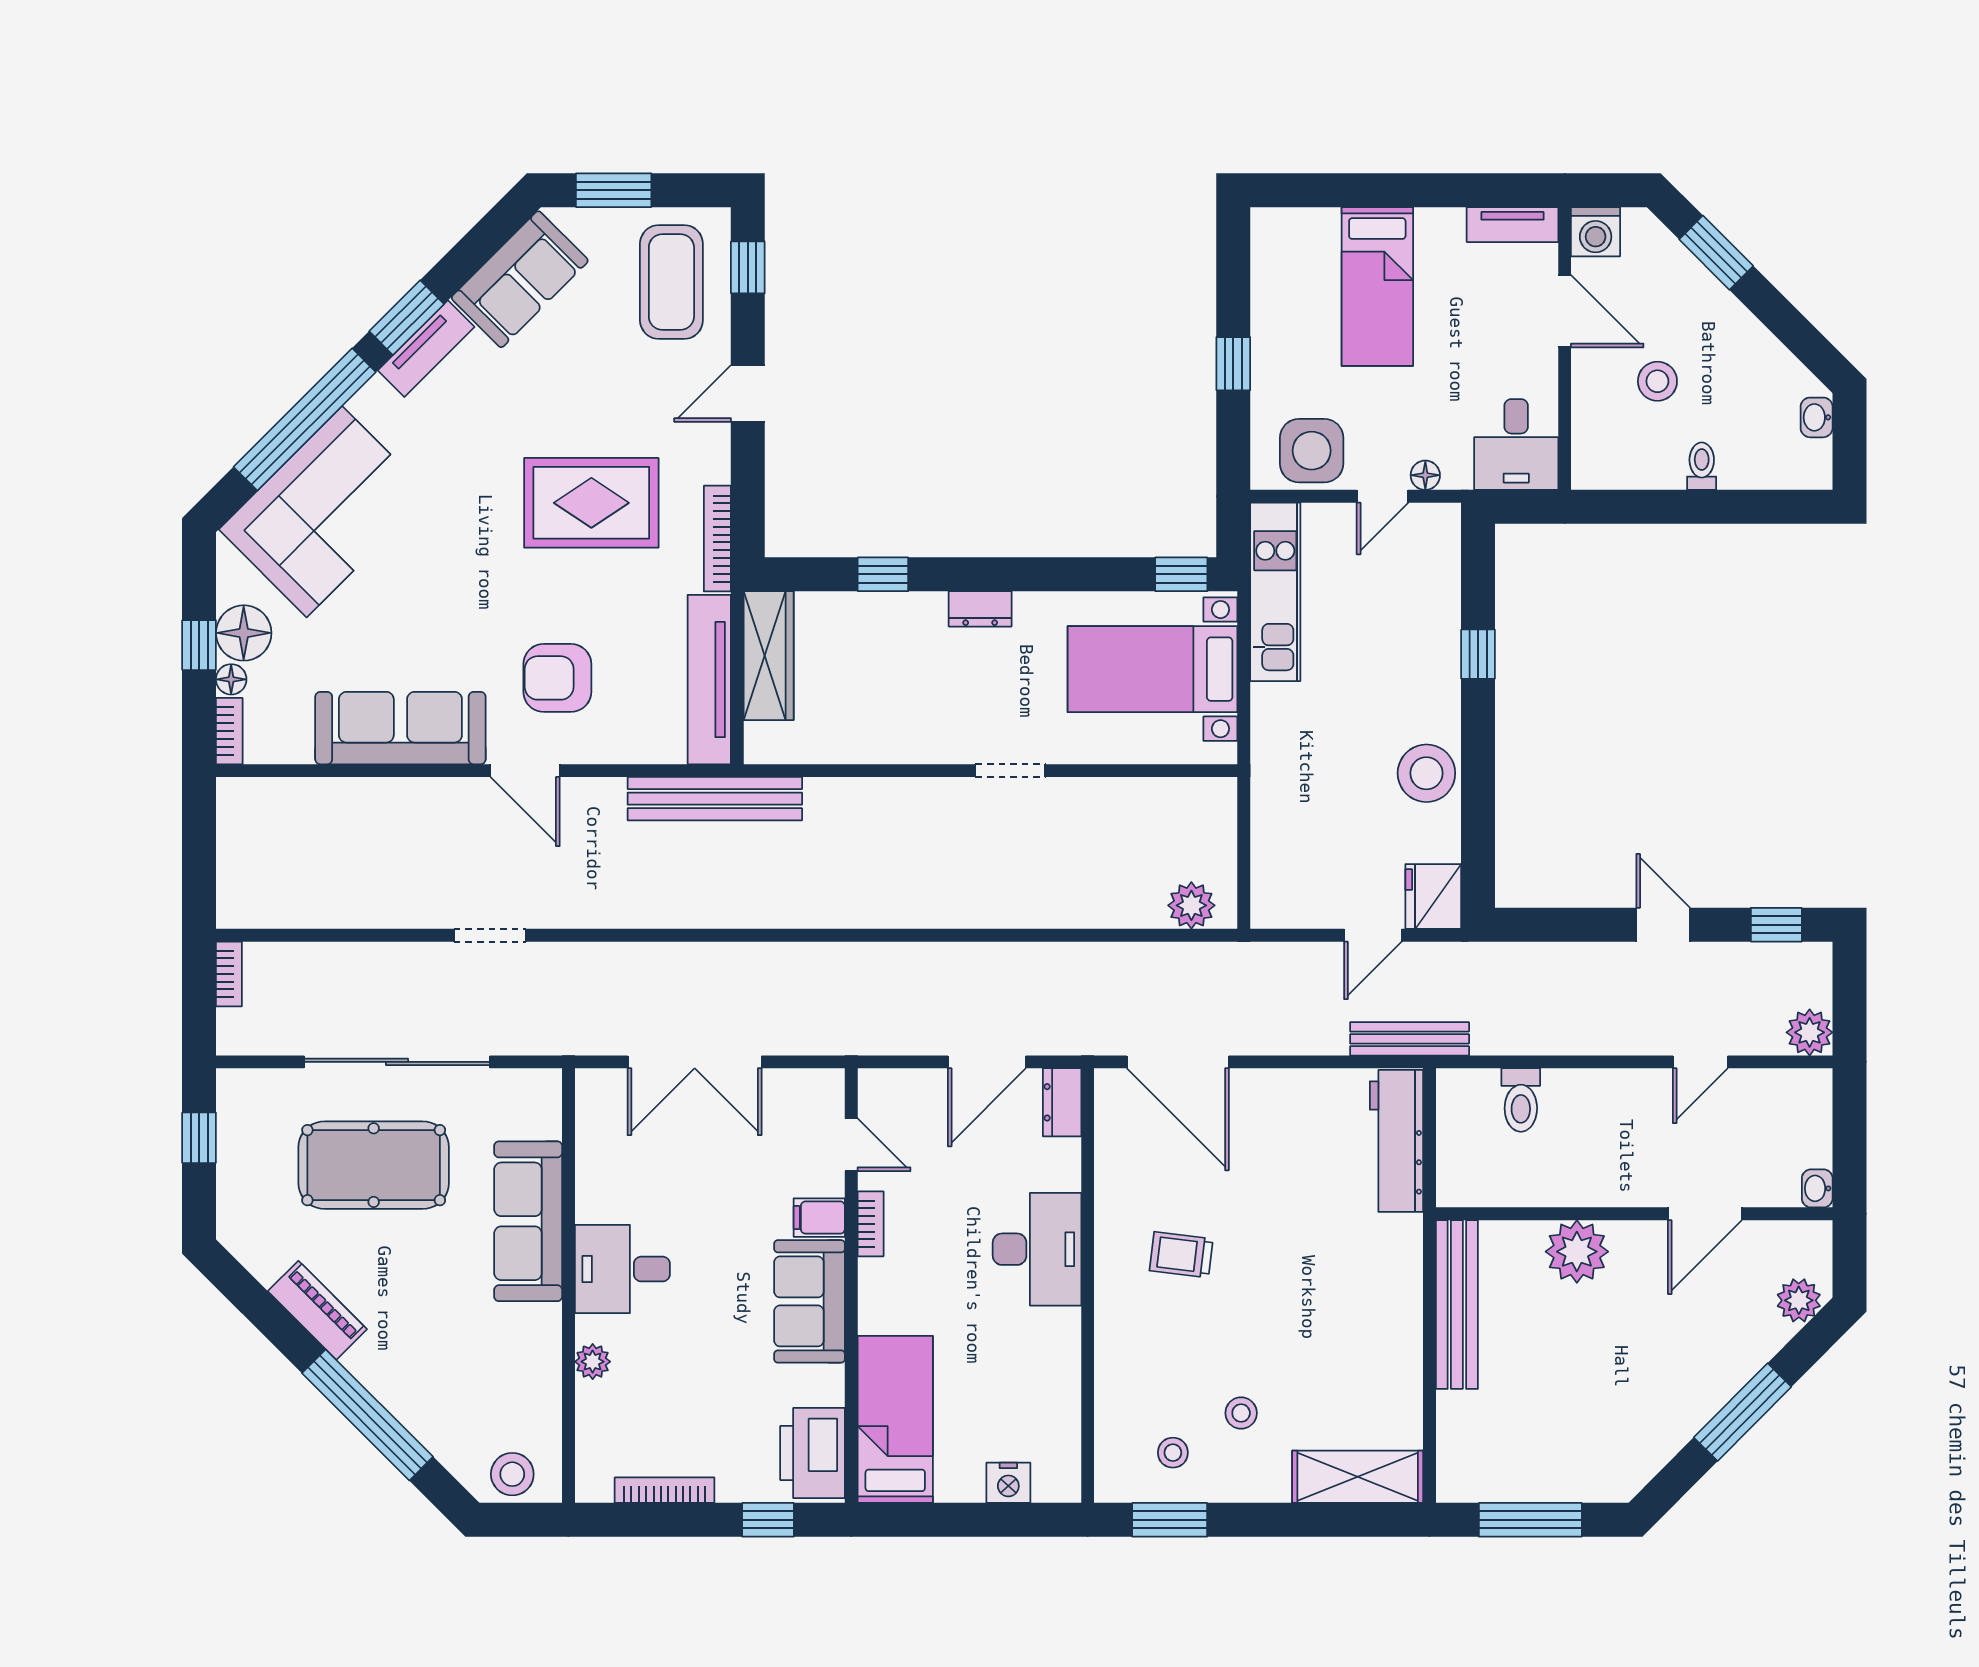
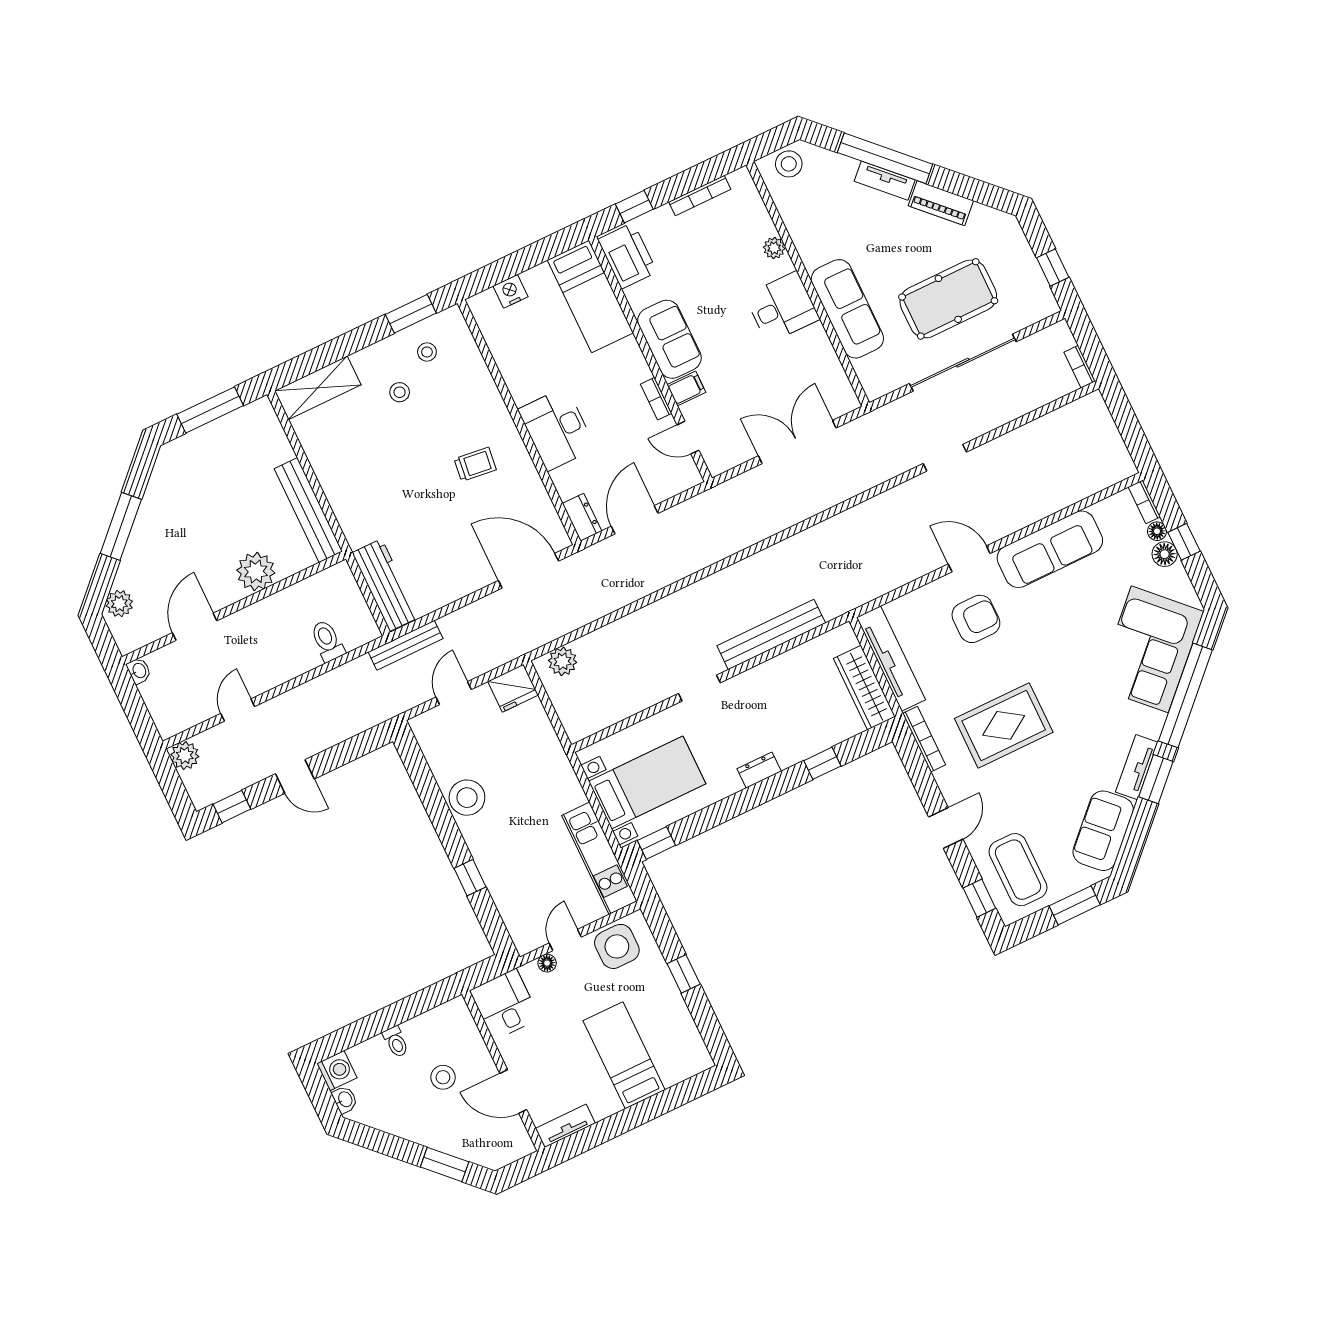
washing machine: (1596, 232) -> (337, 1071), moved, turned 90
floor lamp: (244, 633) -> (1165, 554), width x0.73, depth x0.73
bench: (715, 799) -> (771, 634), moved
fridge: (1433, 896) -> (513, 688), moved, turned 90
tv unit: (384, 1382) -> (885, 181), added

